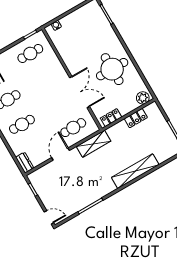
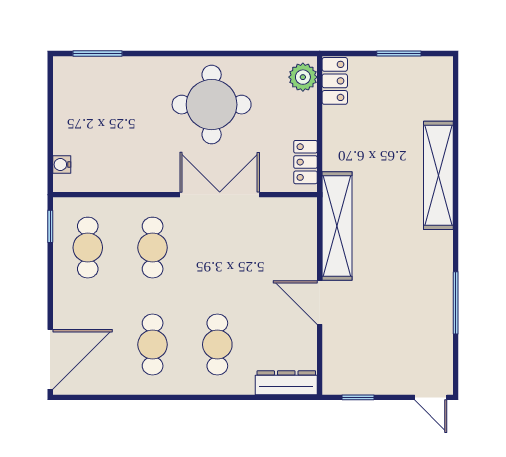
locker: (136, 118) -> (335, 81), moved
cafe table: (73, 128) -> (153, 248), moved
shelving: (94, 144) -> (337, 226), width x1.47
dresser: (25, 163) -> (286, 383), width x1.44
door: (49, 217) -> (431, 397), swing flipped

